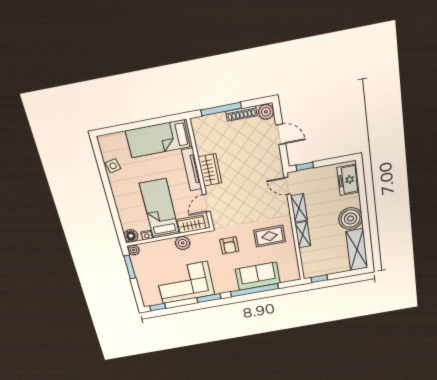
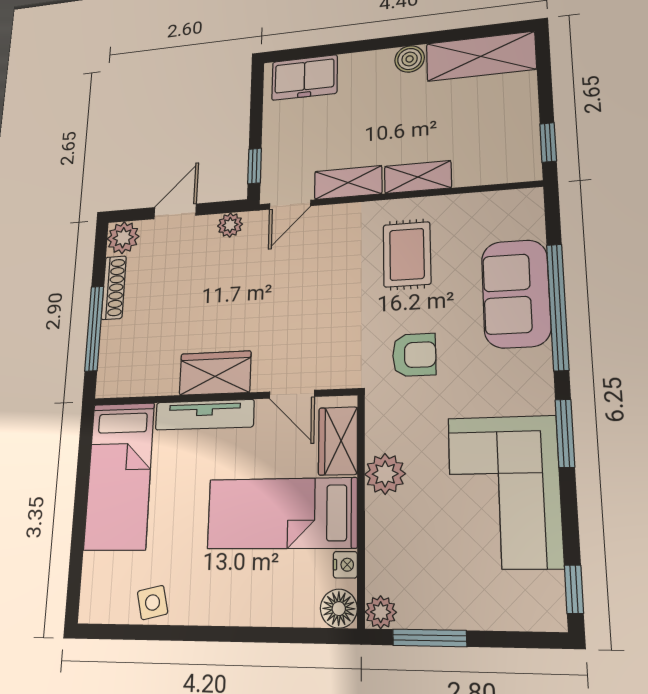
plant: (276, 162) -> (230, 225), added
boiler: (351, 219) -> (410, 59), width x0.54, depth x0.54

